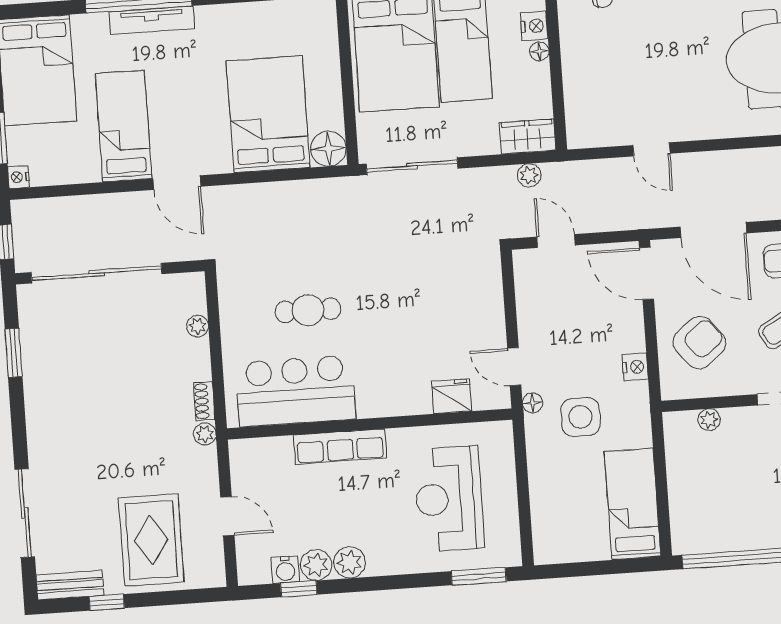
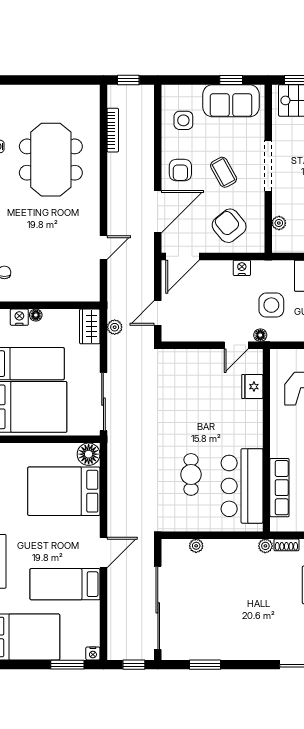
shoe rack: (204, 401) -> (286, 545), moved
row of seats: (340, 446) -> (279, 488), moved

